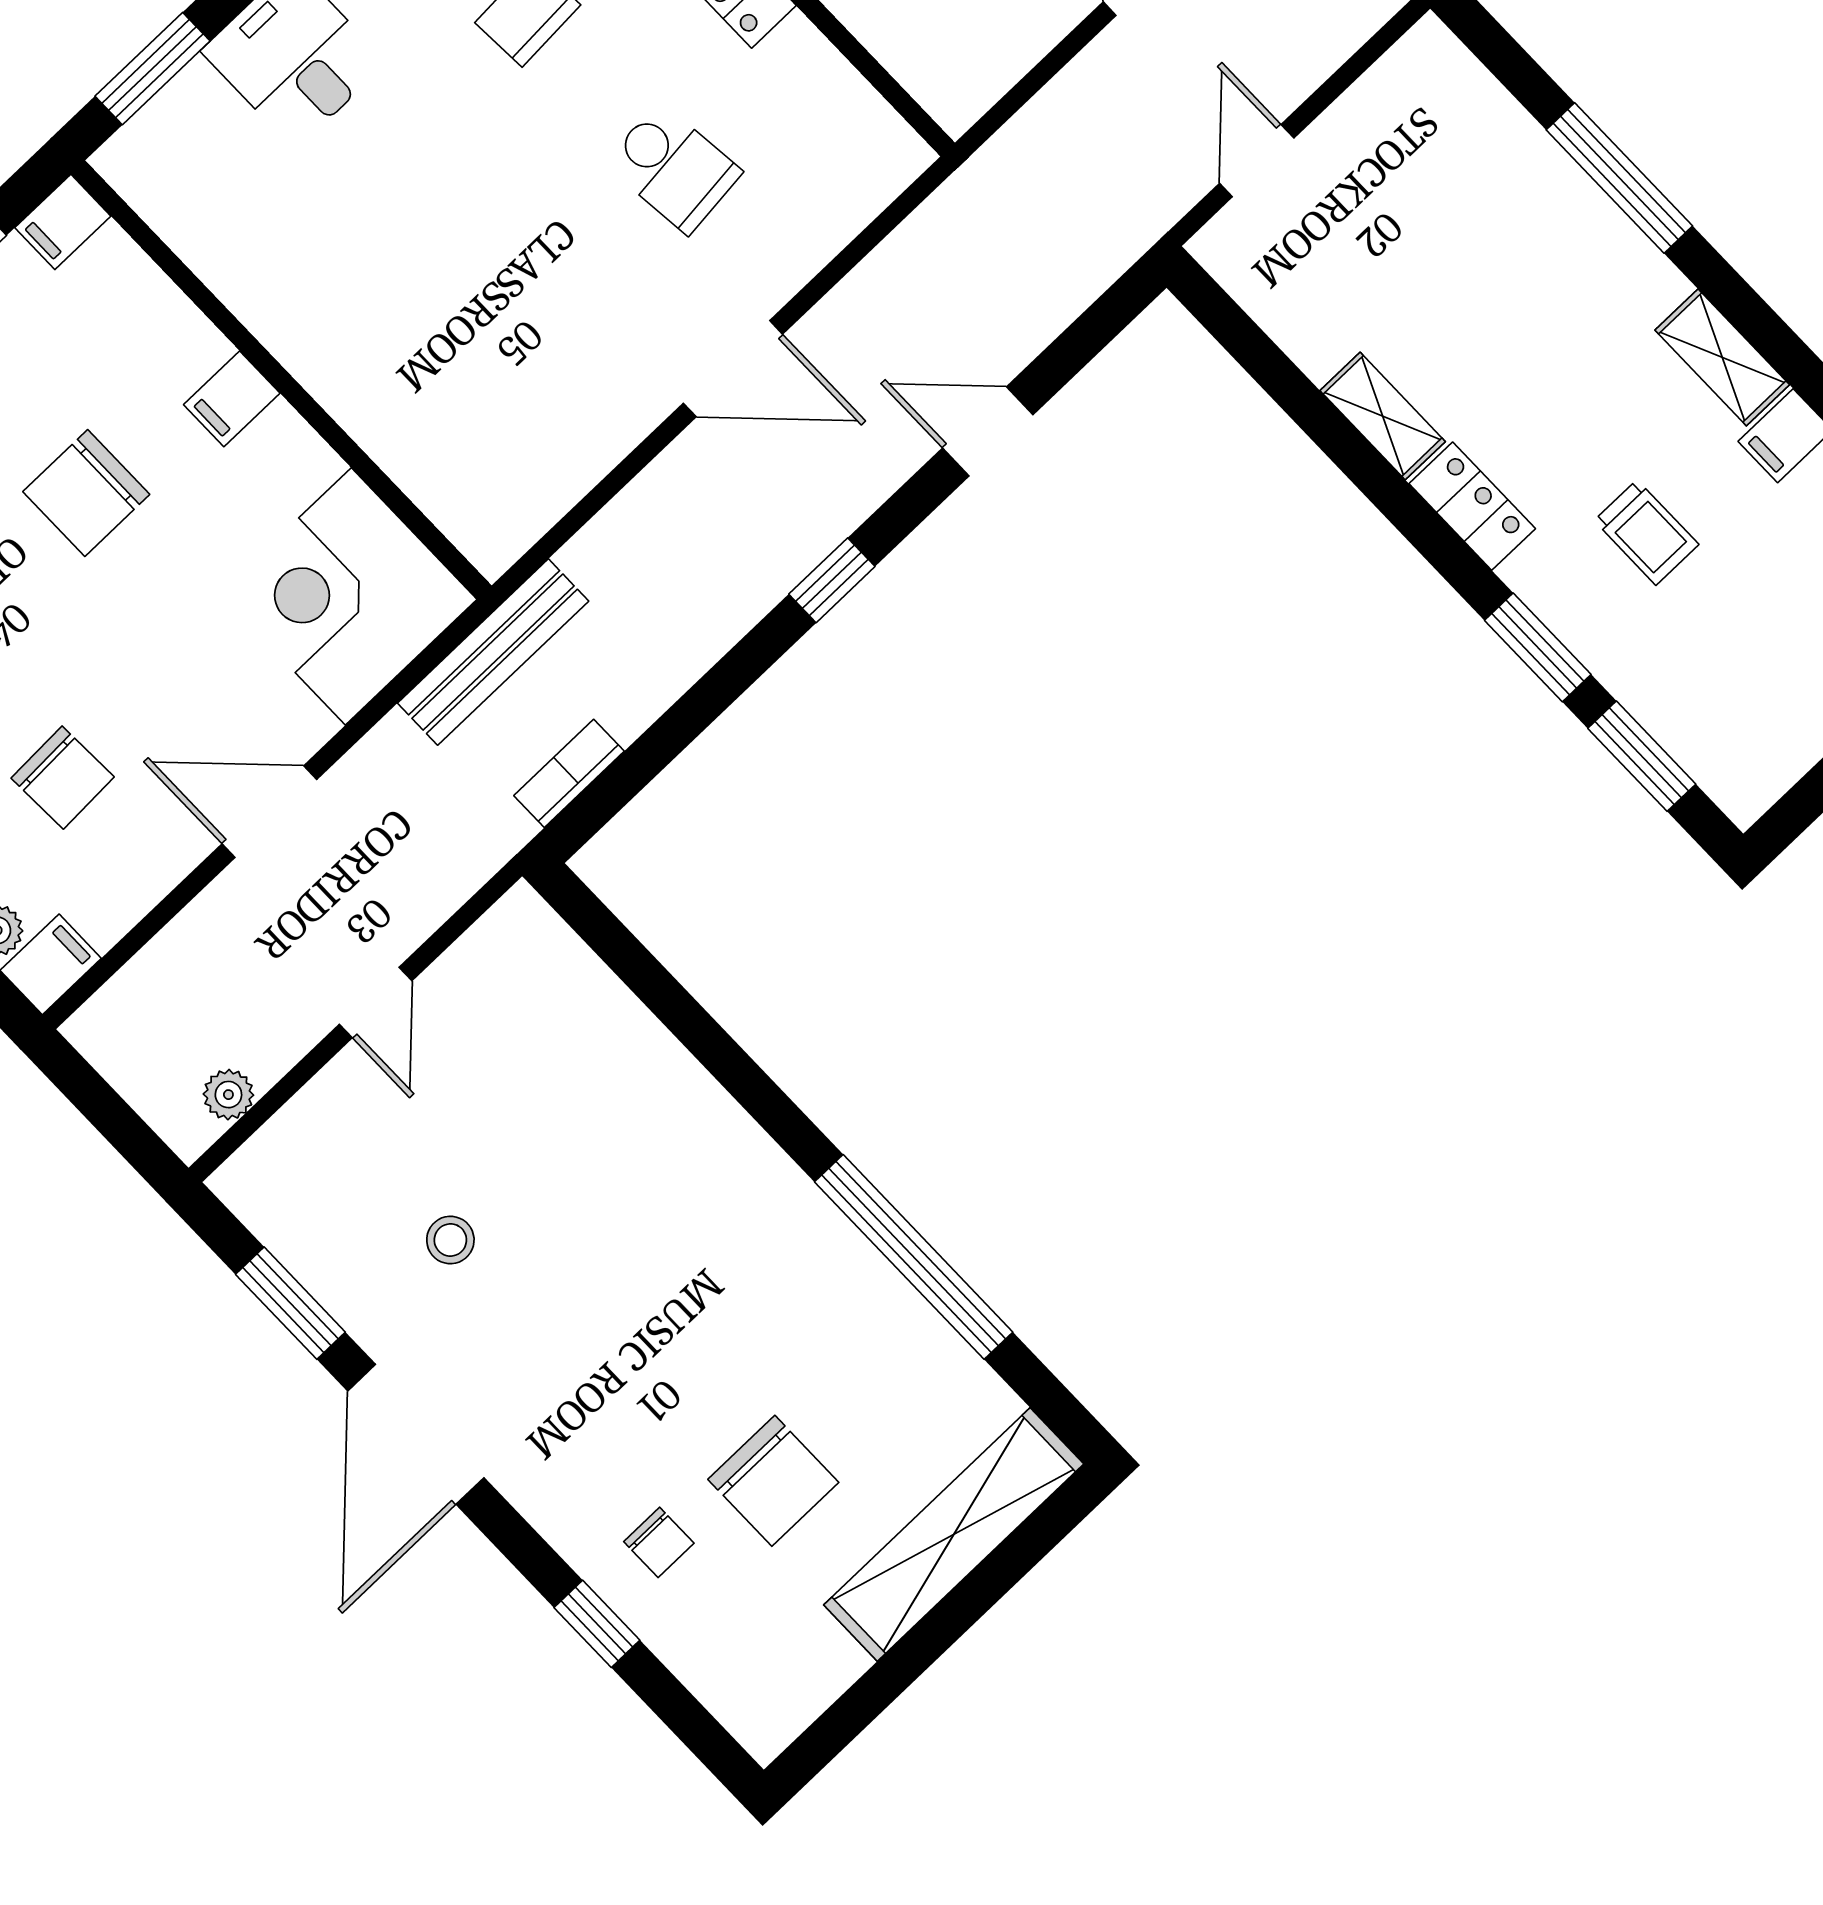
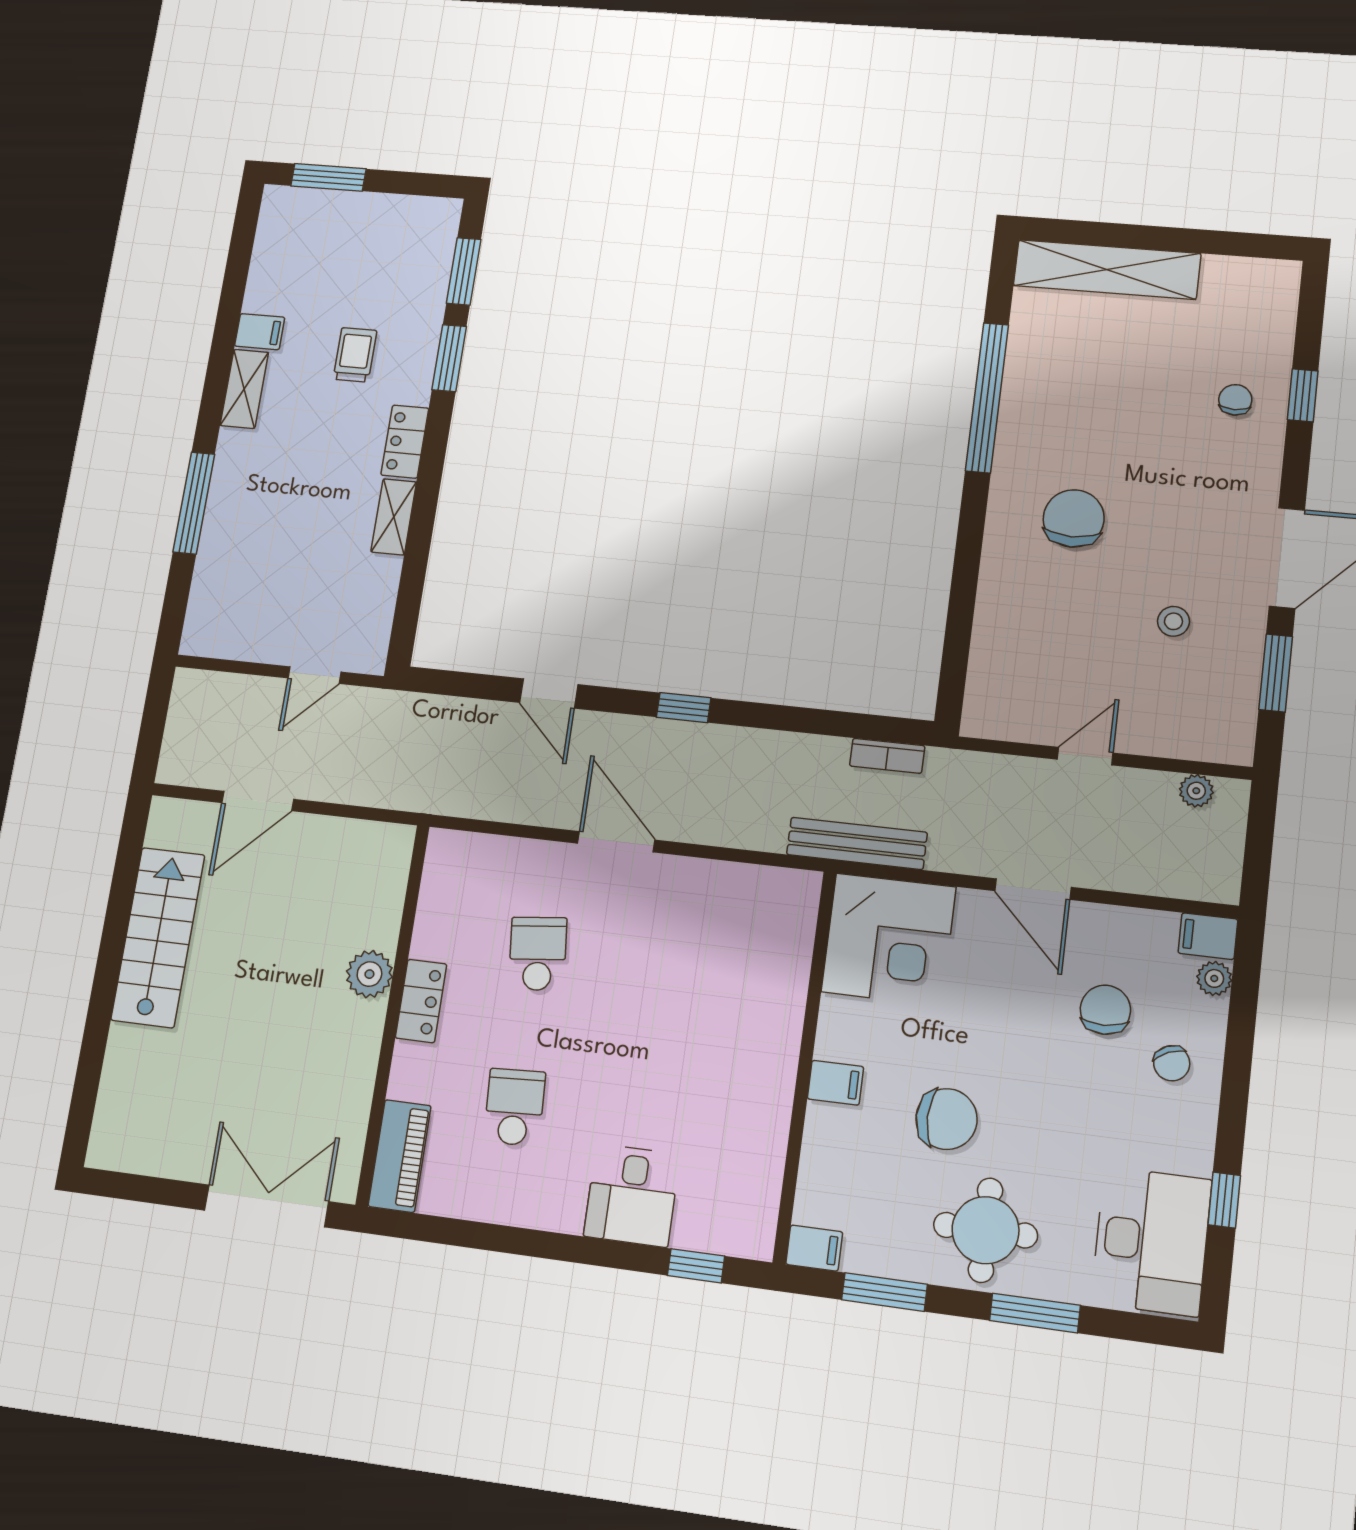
window: (153, 69) -> (696, 1266), width x0.67
chair: (773, 1481) -> (1074, 518), moved

